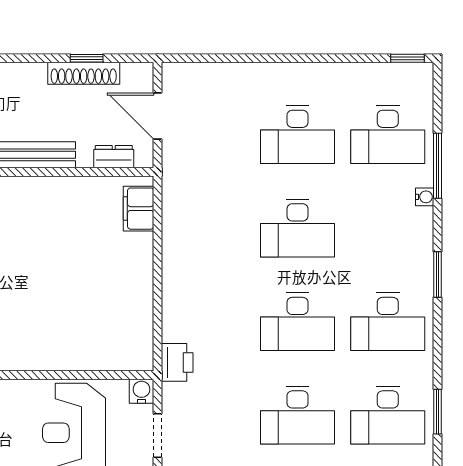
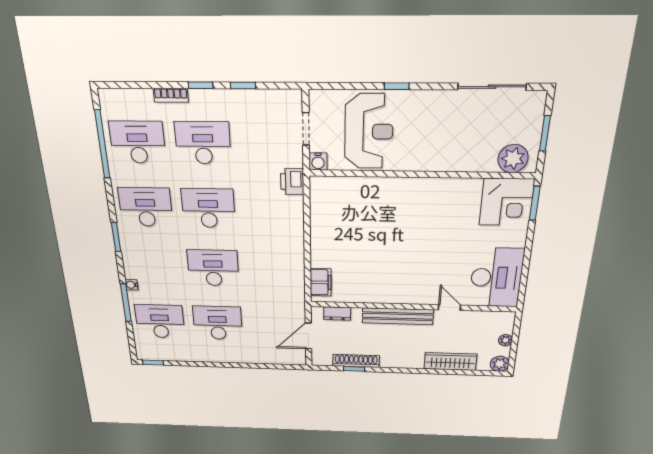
door: (157, 116) -> (309, 336), swing flipped
window: (437, 412) -> (102, 144), width x2.11

